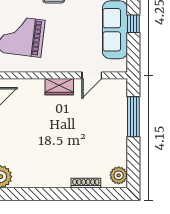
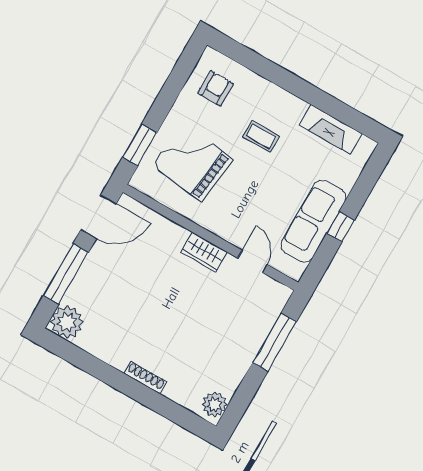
door: (92, 75) -> (252, 261), swing flipped
shoe rack: (86, 183) -> (145, 378), moved

